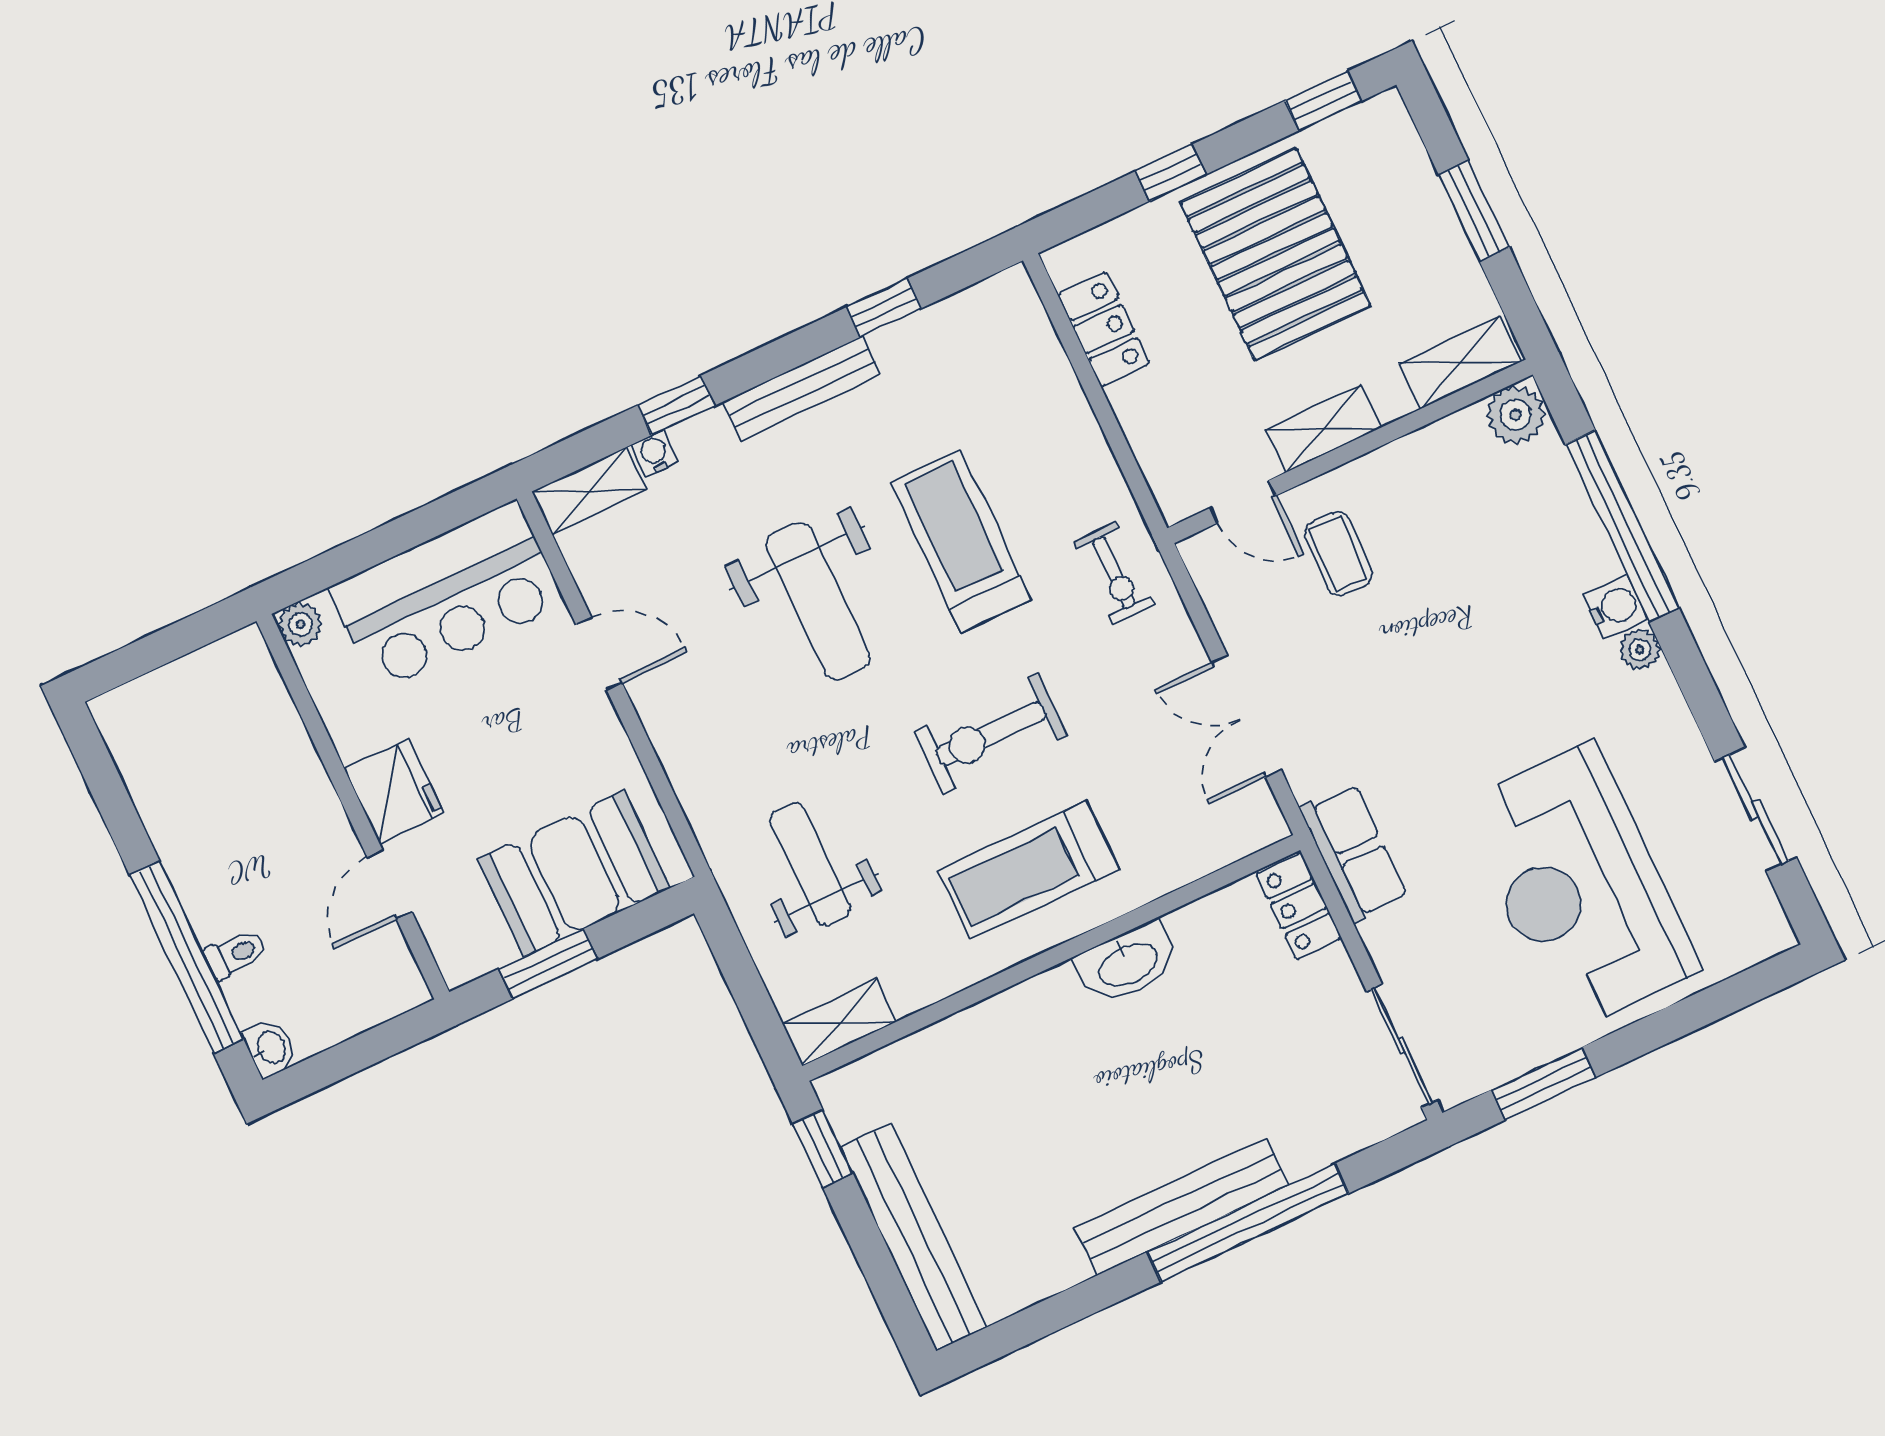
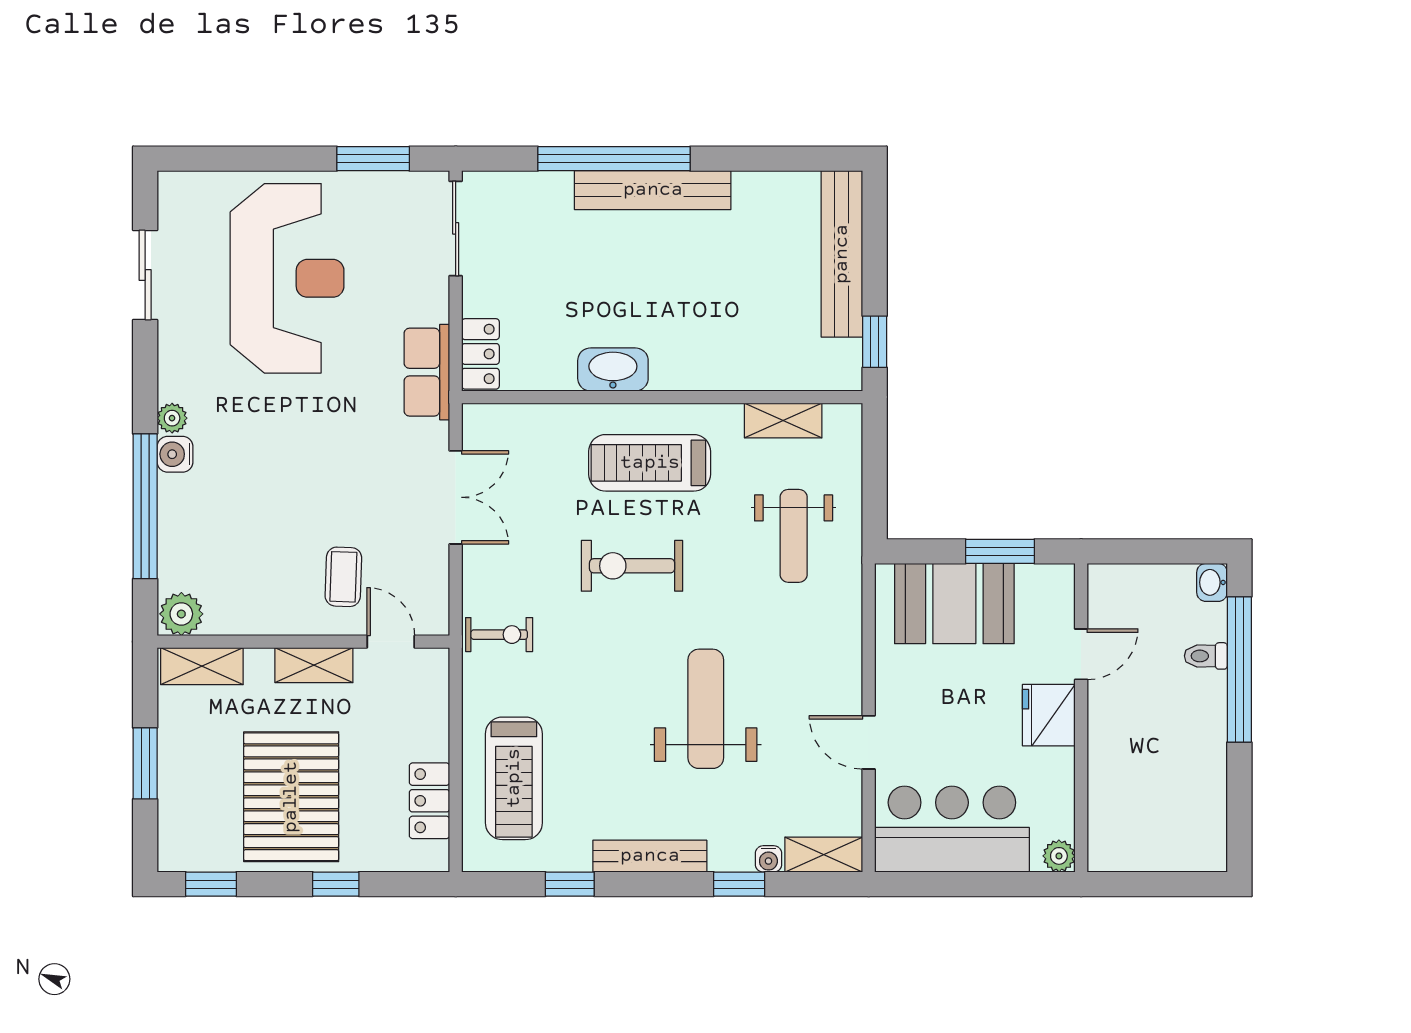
treadmill: (961, 541) -> (514, 778), moved
exercise bike: (1114, 573) -> (499, 635), turned 90
exercise bike: (991, 734) -> (632, 566), turned 180
treadmill: (1029, 870) -> (650, 463), turned 180
shelving: (840, 1023) -> (783, 421), moved

